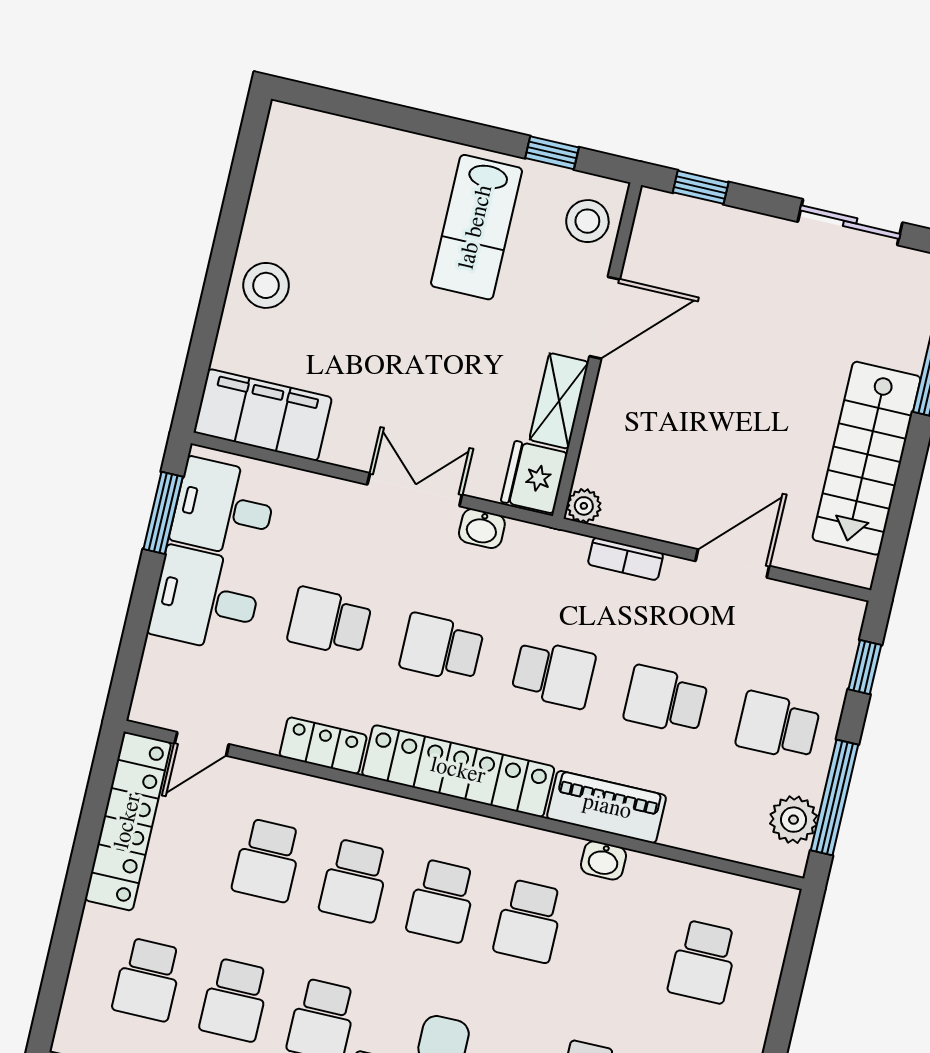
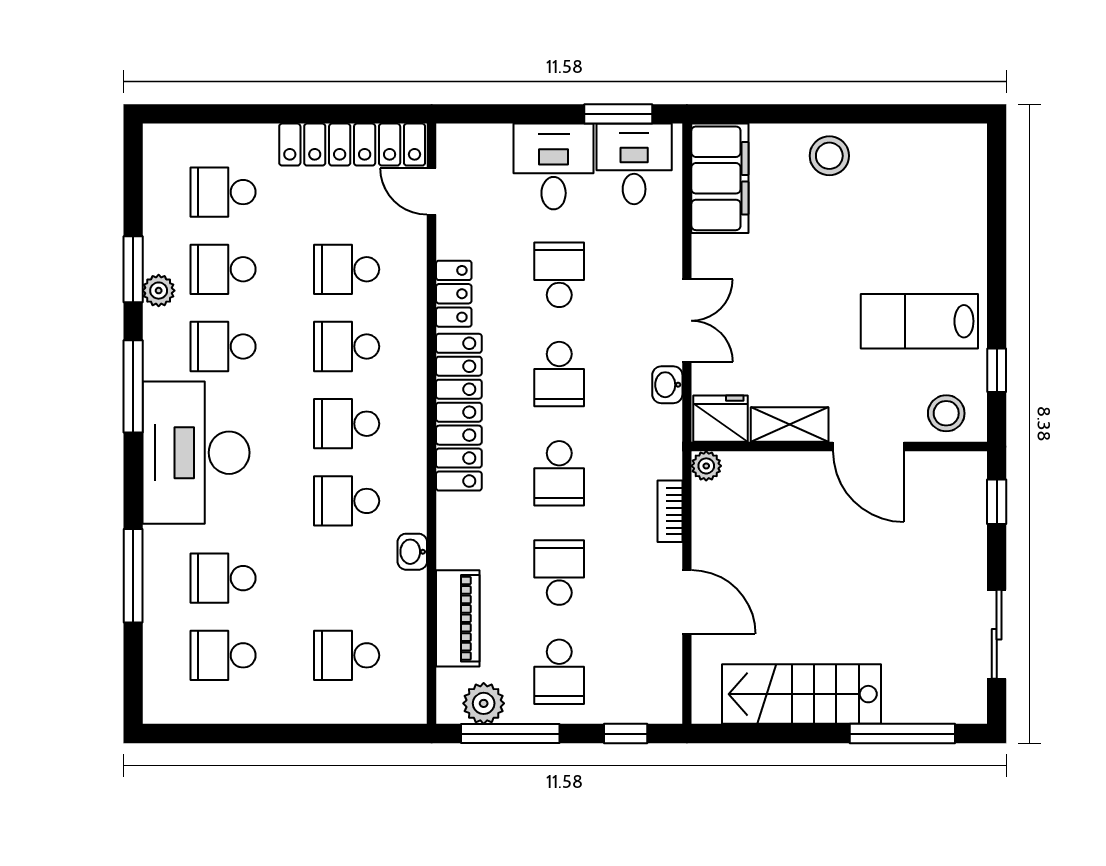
school desk: (442, 648) -> (559, 374), turned 180
school desk: (778, 726) -> (559, 672), turned 180
piano: (607, 807) -> (458, 618), moved

